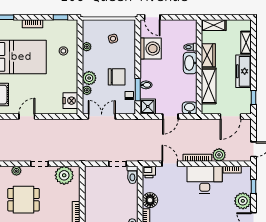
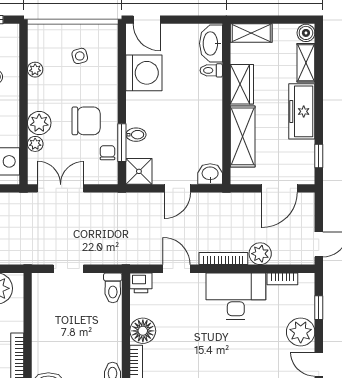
boiler: (246, 25) -> (306, 33), added
washbasin: (190, 63) -> (211, 43), moved
doorway: (117, 164) -> (68, 269), moved

